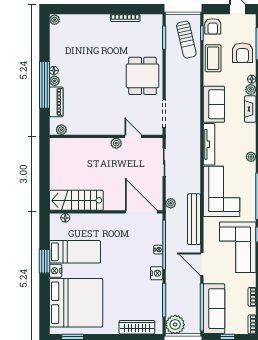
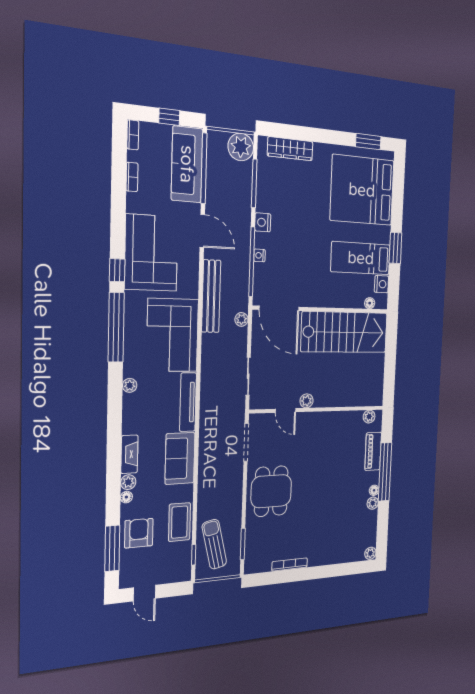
armchair: (213, 26) -> (179, 566), removed
plant: (55, 81) -> (373, 503), moved
stairs: (76, 200) -> (345, 332), width x1.36, depth x1.51
nightstand: (56, 271) -> (381, 284), moved

